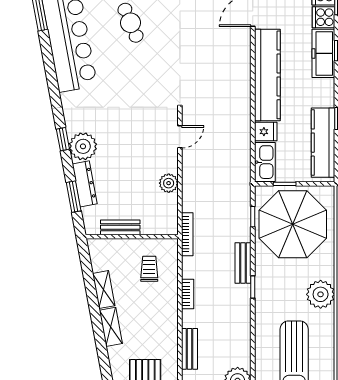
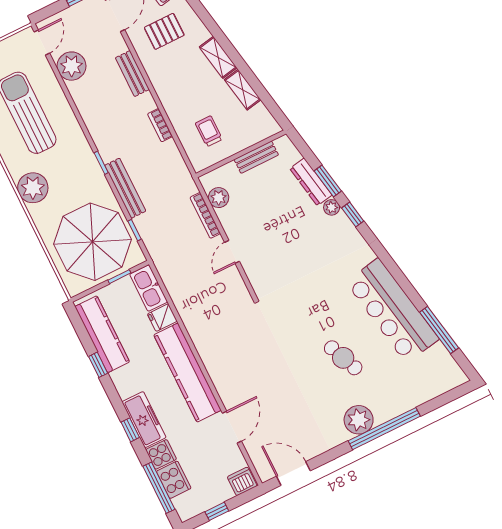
door: (180, 137) -> (232, 252), moved
plant: (83, 146) -> (332, 207), width x0.53, depth x0.53
plant: (169, 183) -> (219, 198), moved
window: (74, 197) -> (328, 181), moved
bookcase: (187, 234) -> (205, 215), moved
bench: (243, 263) -> (125, 188), width x1.36
trolley: (149, 269) -> (209, 131), turned 180

